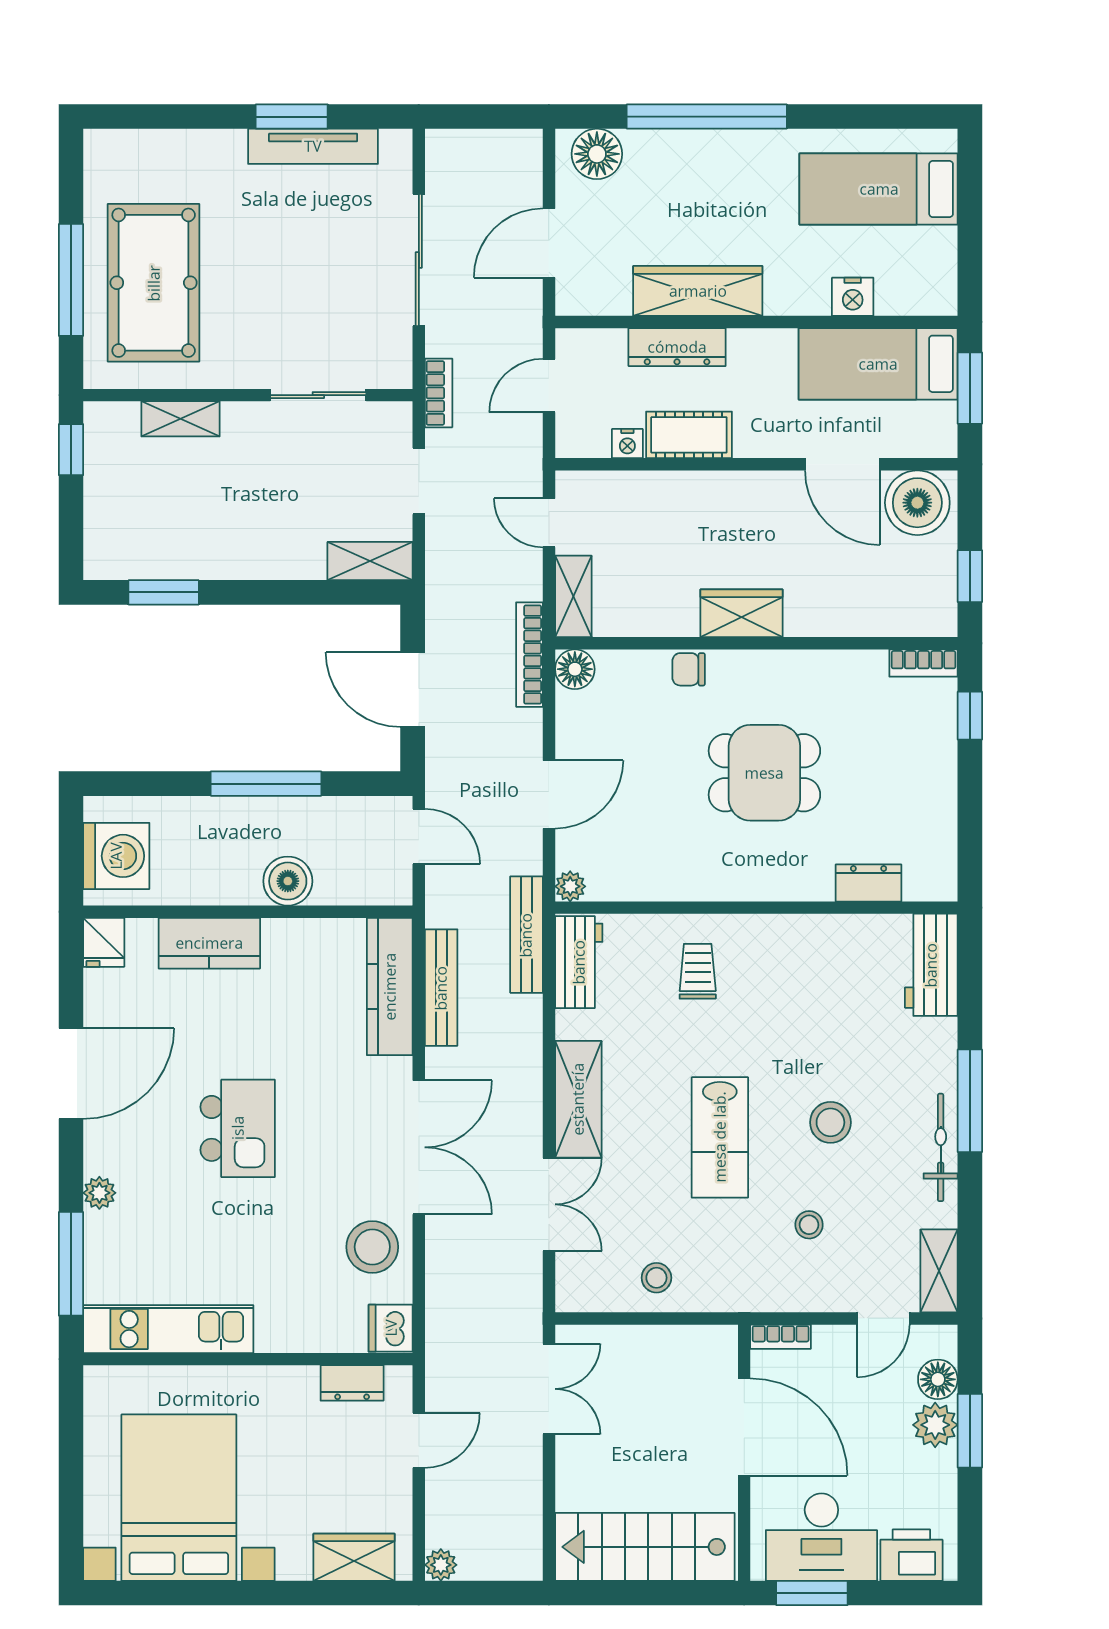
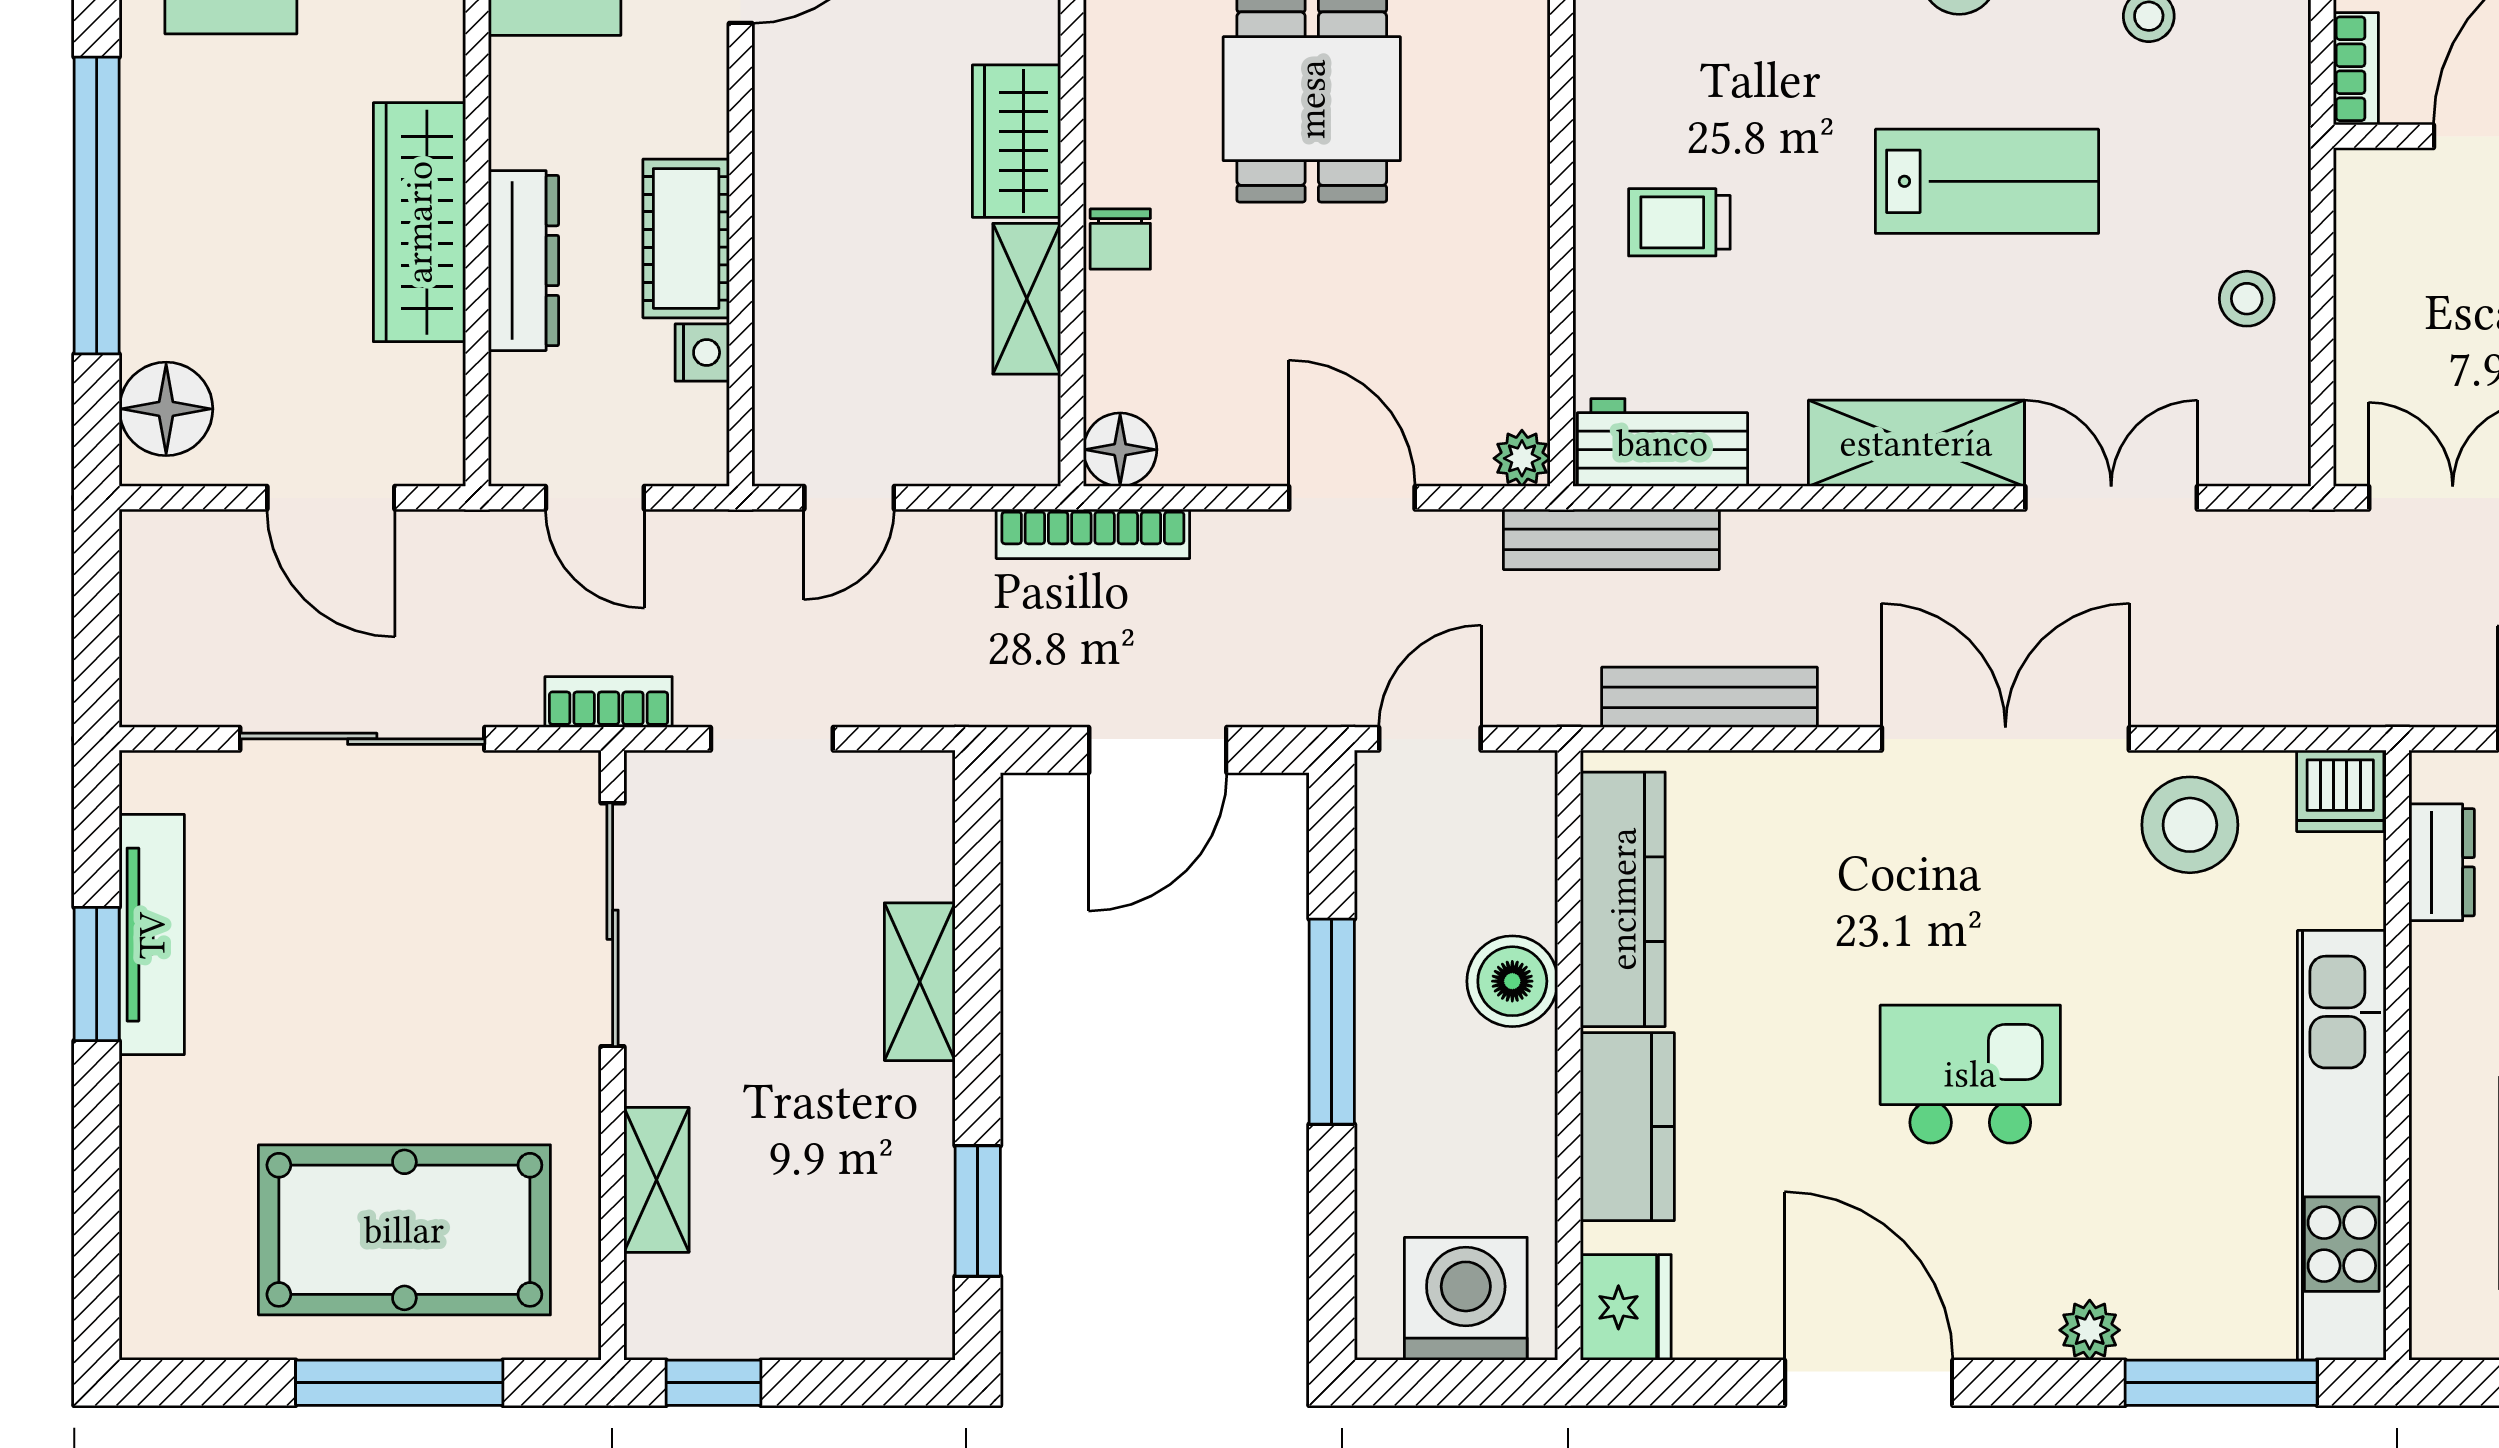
sliding door: (318, 395) -> (613, 925), width x1.37
shelving: (370, 561) -> (920, 982), moved
shelving: (573, 596) -> (1027, 299), moved, turned 90
fridge: (104, 942) -> (1626, 1307), width x1.38
kitchen counter: (390, 987) -> (1623, 899), moved, turned -90
kitchen unit: (168, 1329) -> (2342, 1145), width x1.36

